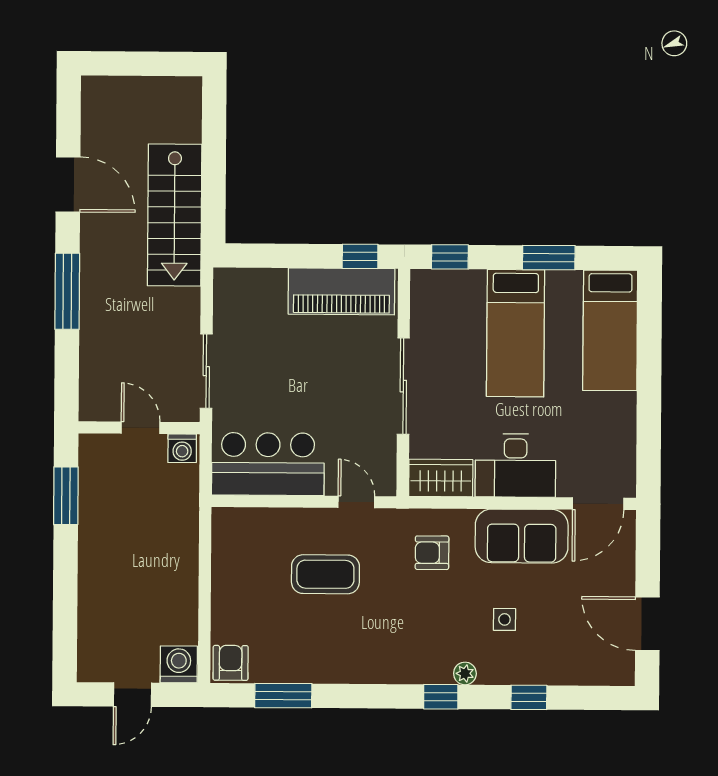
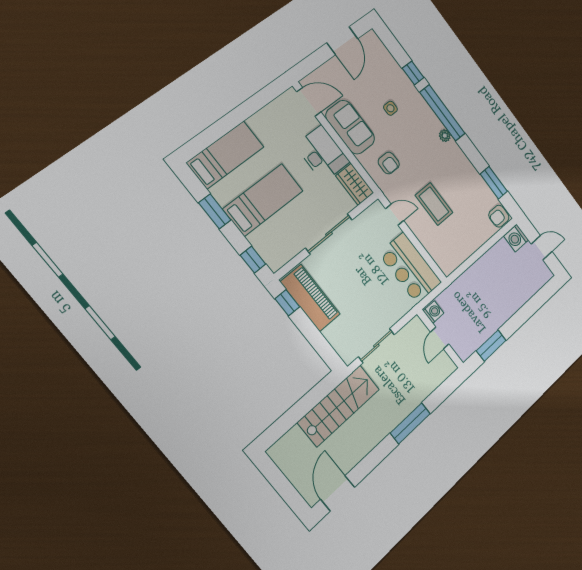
door: (68, 184) -> (338, 493), moved
sliding door: (206, 371) -> (376, 346), moved
door: (356, 502) -> (395, 215), swing flipped
plant: (465, 673) -> (445, 136), moved
window: (441, 697) -> (442, 113), width x3.17

